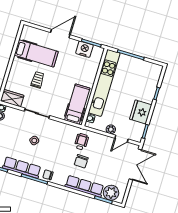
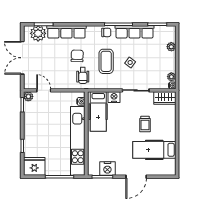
fridge: (141, 112) -> (34, 166), moved, turned -90
nightstand: (59, 113) -> (114, 97), added
plant: (111, 129) -> (28, 96), moved
door: (122, 139) -> (44, 90), hinge flipped
coffee table: (56, 148) -> (106, 61), added
double door: (135, 164) -> (22, 58), moved

